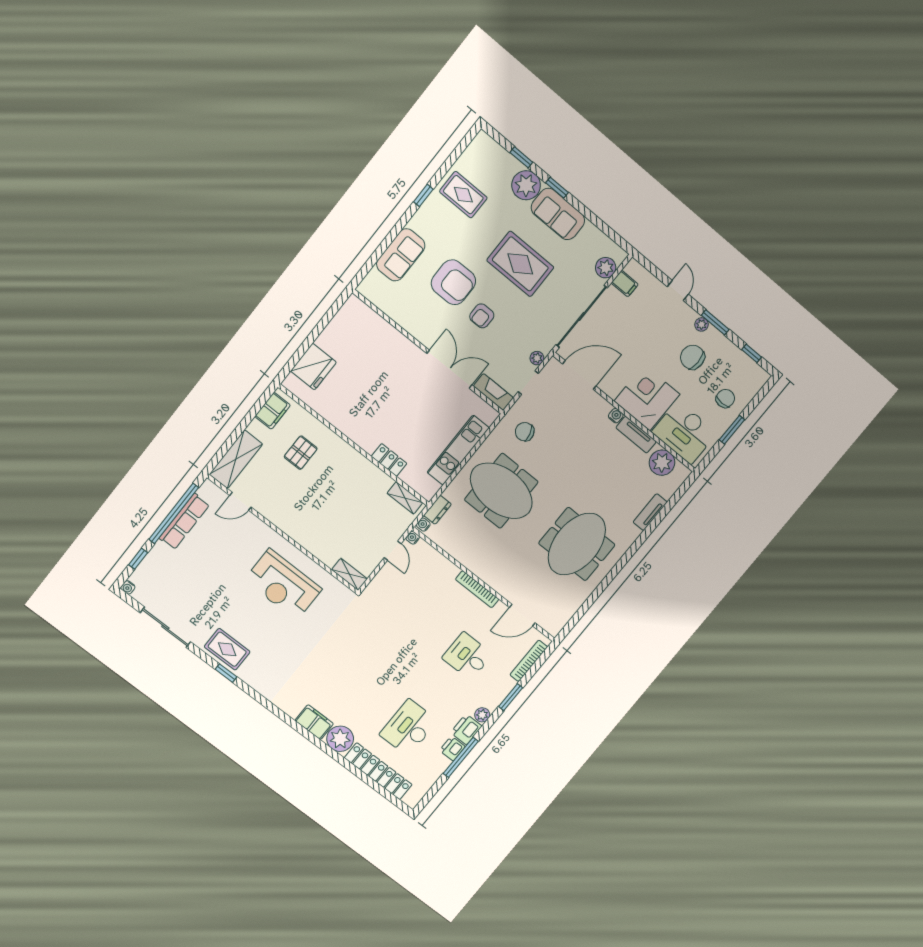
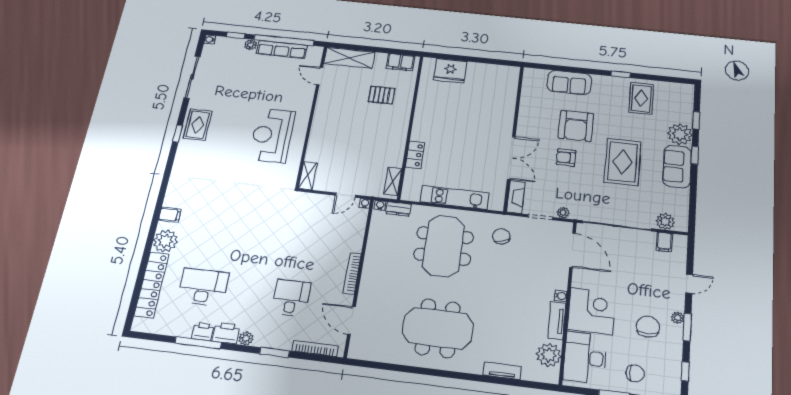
plant: (159, 550) -> (251, 45), added
filing cabinet: (314, 722) -> (170, 215), width x0.50

